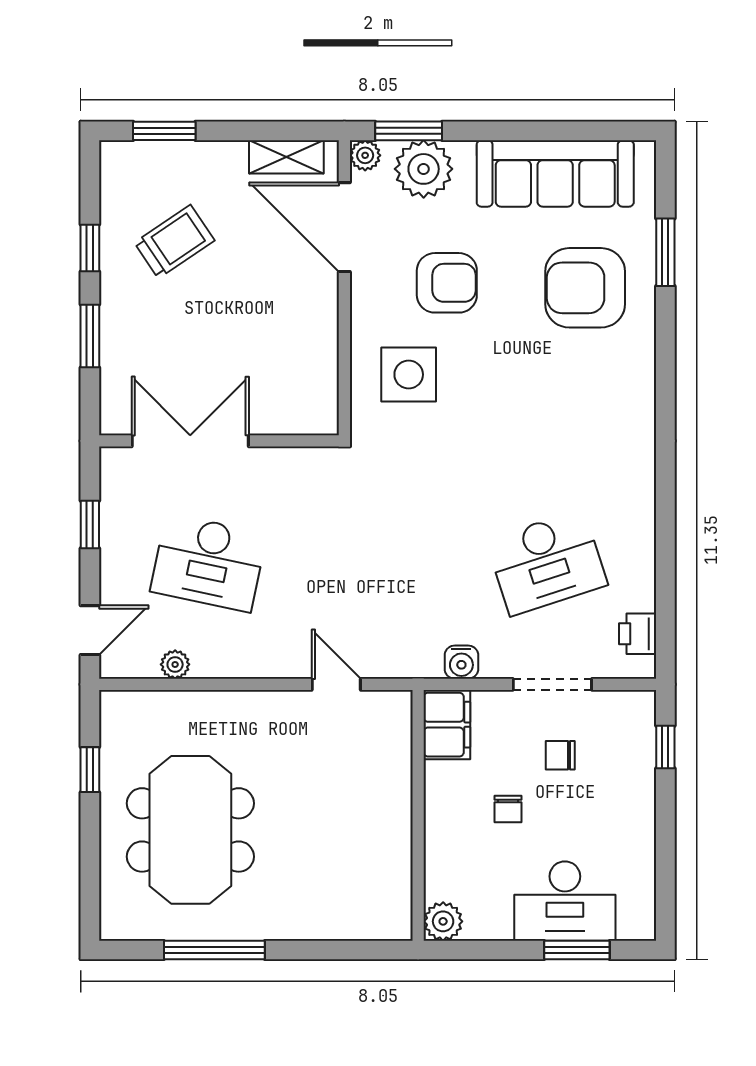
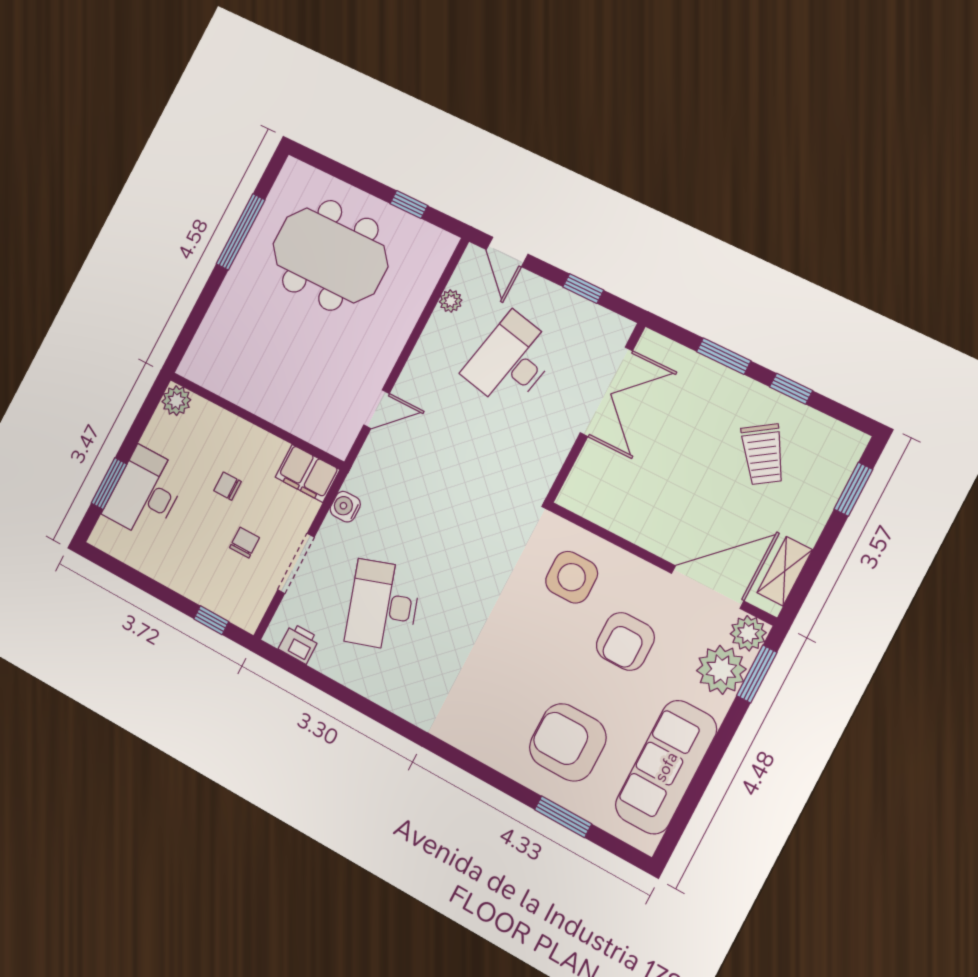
plant: (365, 155) -> (748, 633), width x1.38, depth x1.38
armchair: (585, 288) -> (568, 742), turned -90

